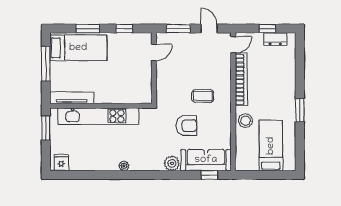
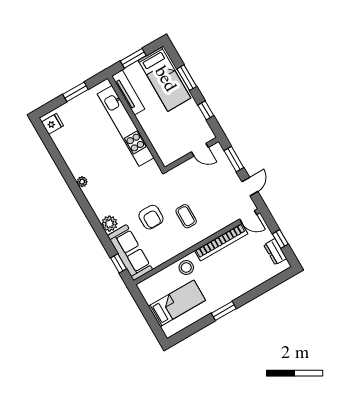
window: (46, 64) -> (133, 58), width x0.69
tv unit: (72, 98) -> (128, 92), moved
wall: (101, 106) -> (136, 123), moved
kitchen unit: (98, 116) -> (126, 126), moved

